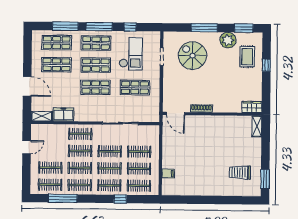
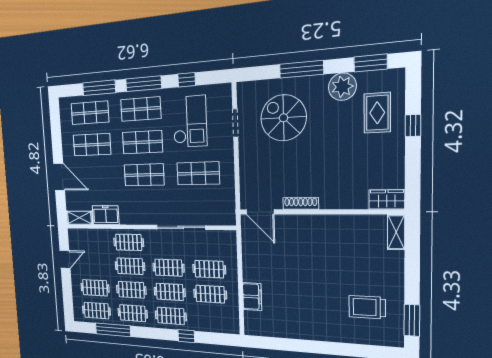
filing cabinet: (168, 174) -> (252, 297), width x2.00
clothes rail: (139, 186) -> (211, 319), removed

